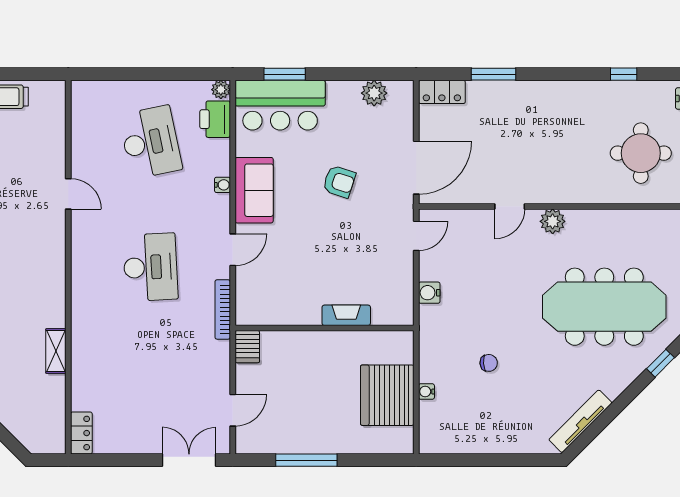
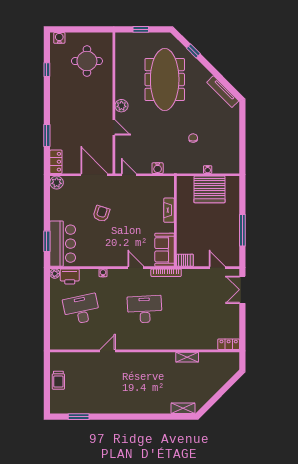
plant: (374, 93) -> (57, 183), moved
sofa: (254, 190) -> (165, 250), moved, turned -90

